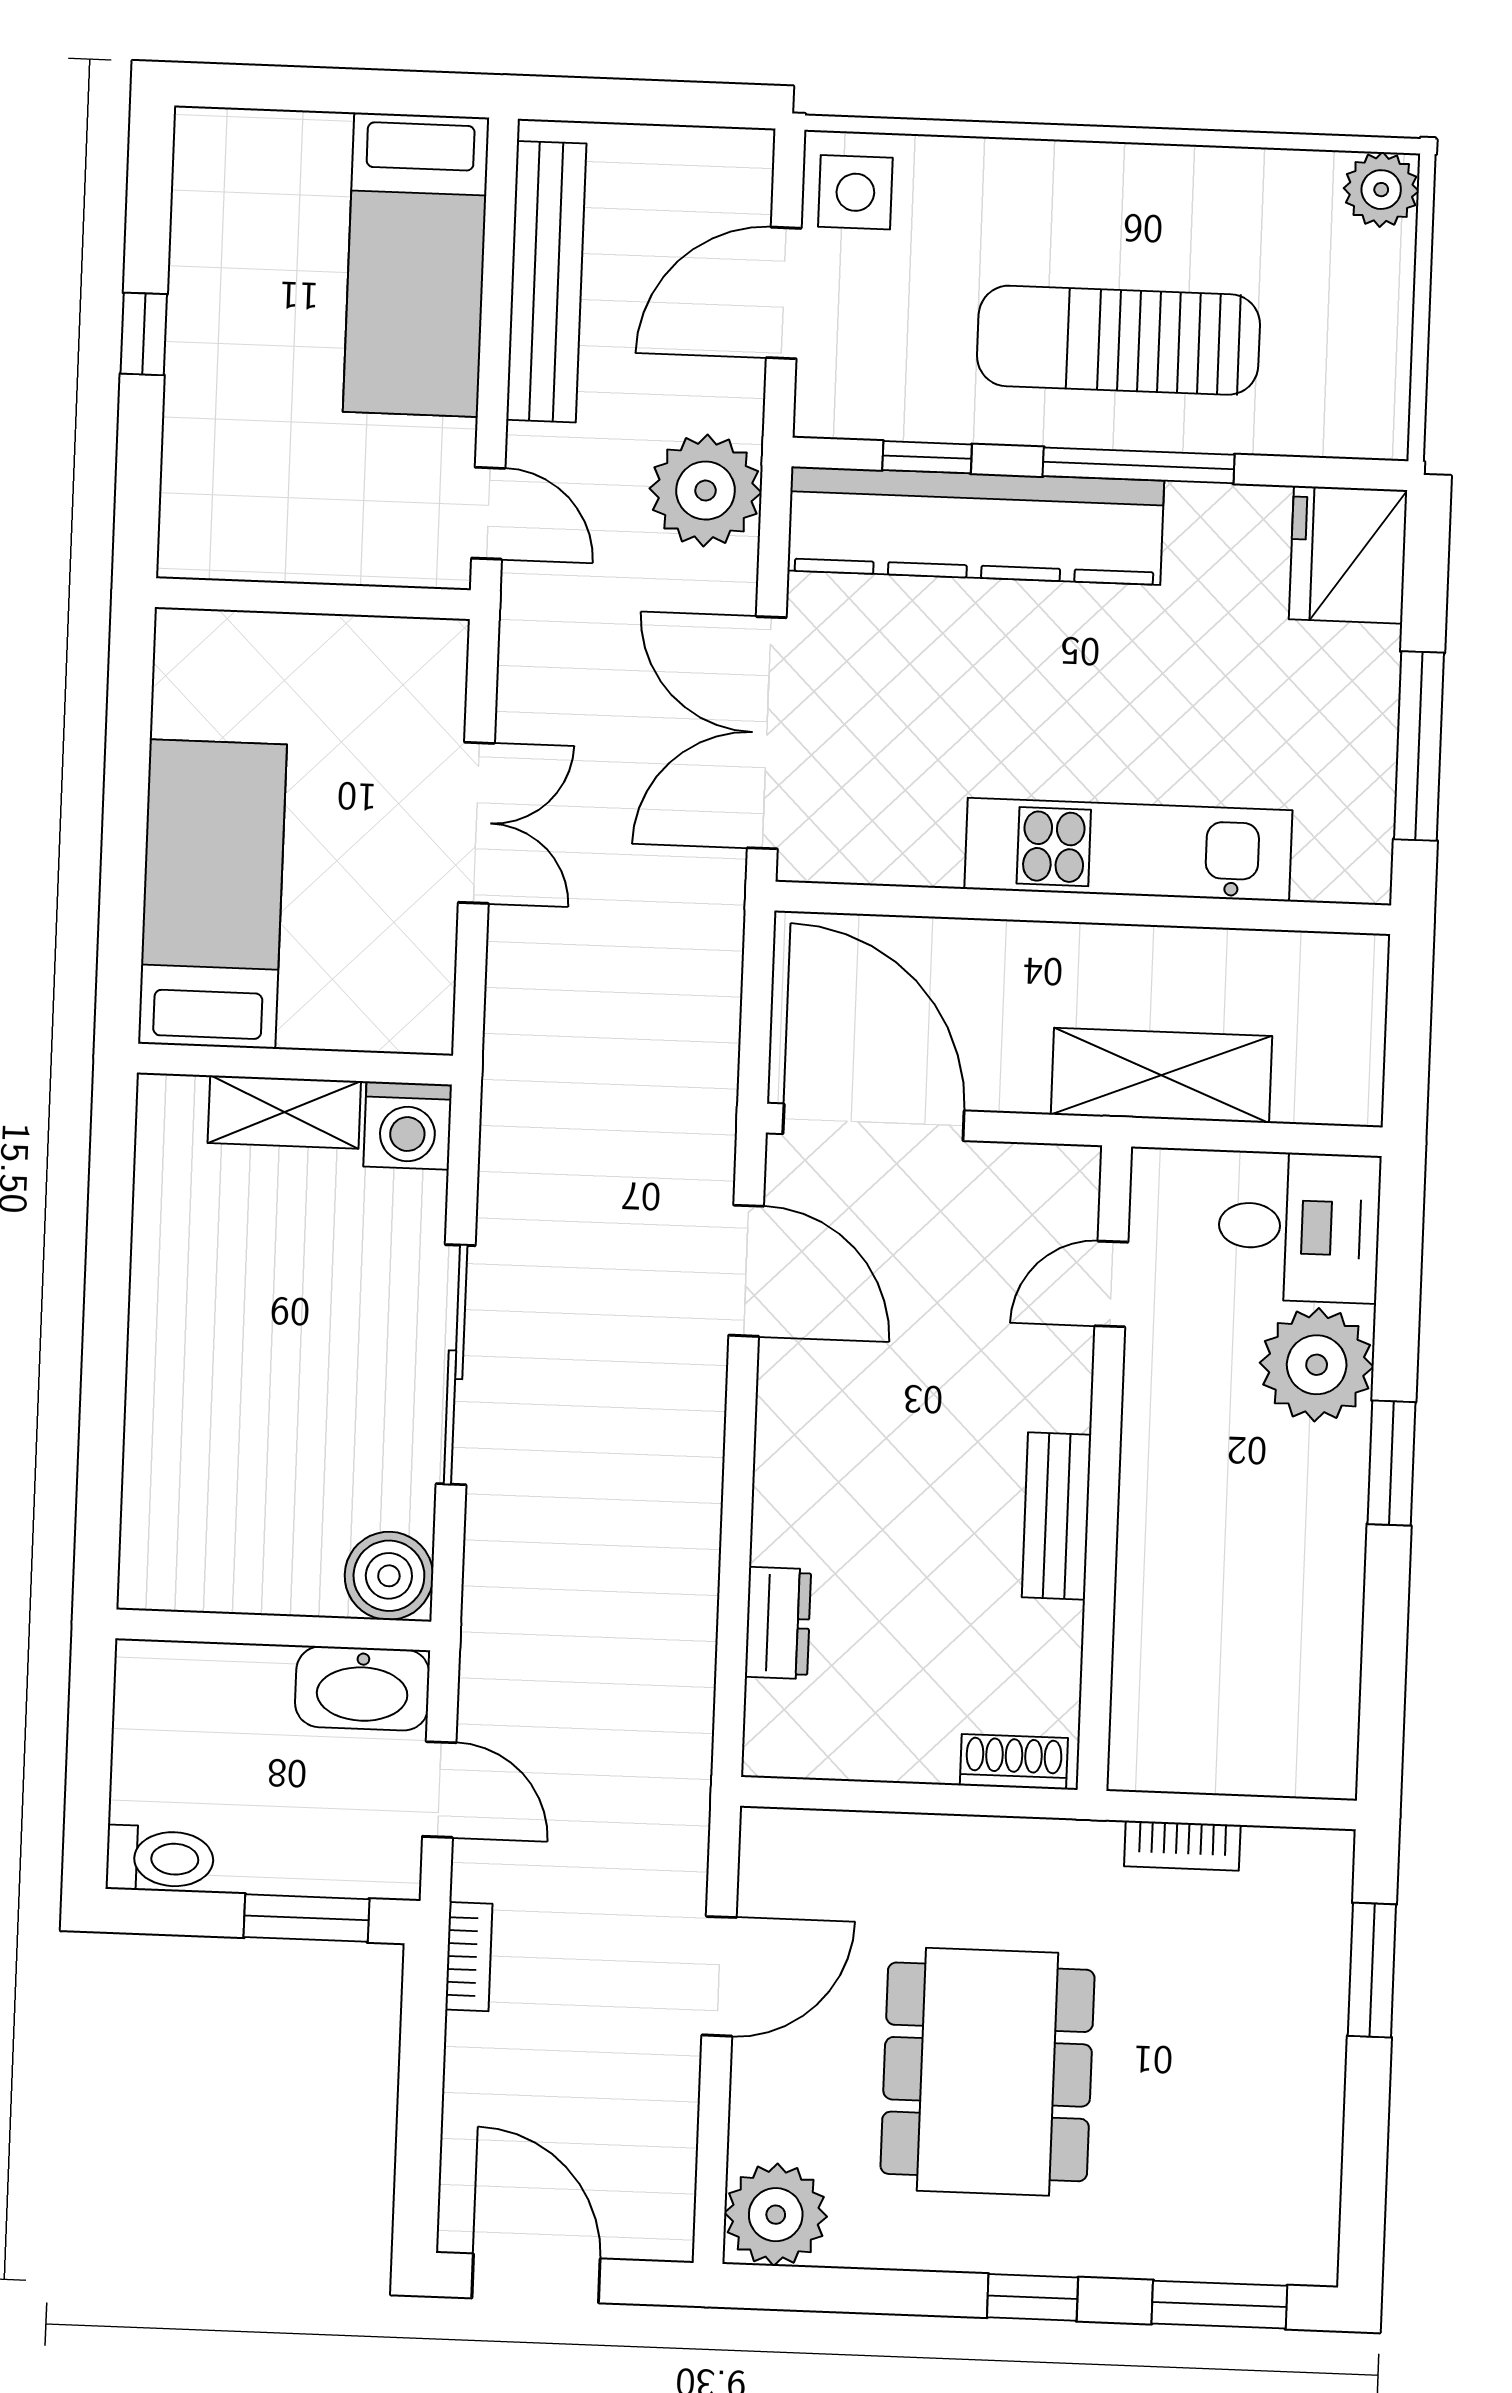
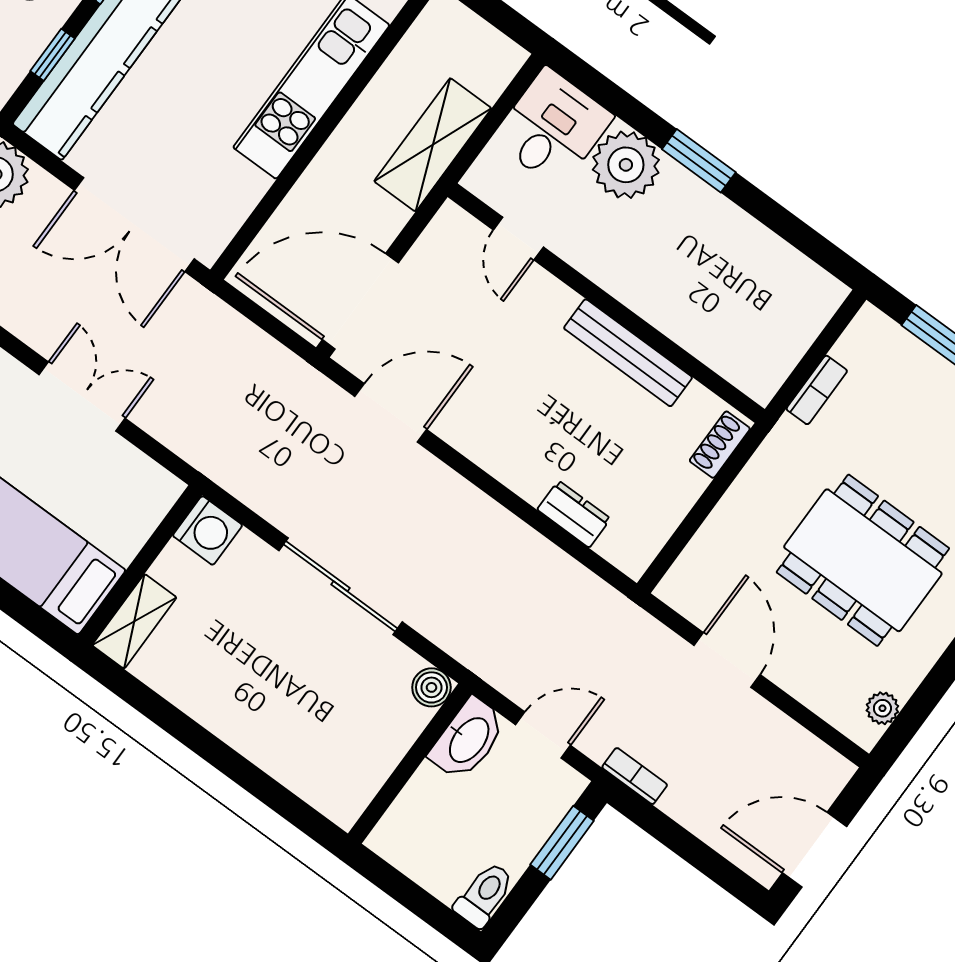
shelving: (284, 1112) -> (134, 621), moved
bench: (1057, 1516) -> (628, 353), width x1.36
boiler: (389, 1576) -> (431, 687), width x0.73, depth x0.73
plant: (776, 2215) -> (882, 708), width x0.53, depth x0.53

